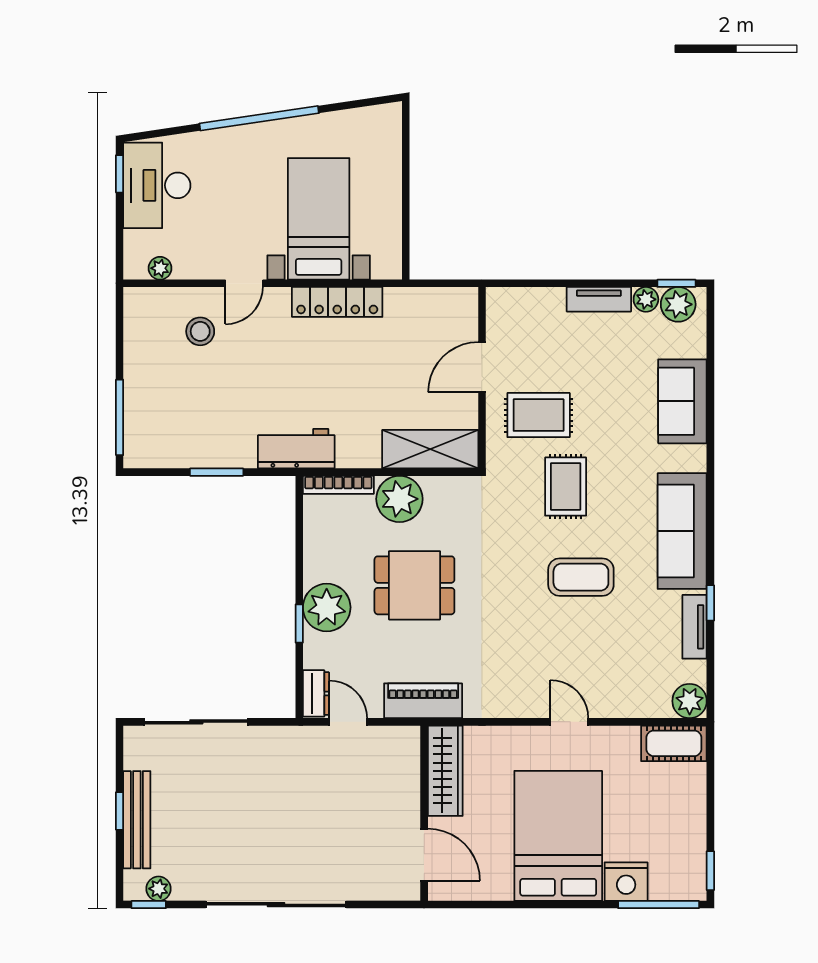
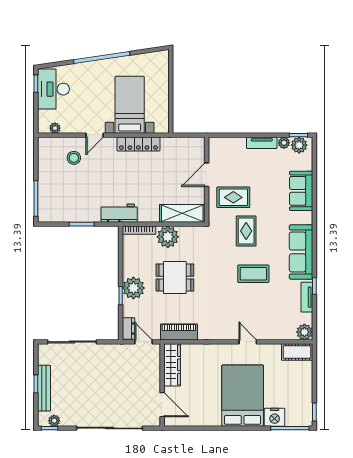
wardrobe: (445, 771) -> (172, 365), moved
wall: (424, 813) -> (162, 385), moved
door: (424, 855) -> (162, 405), moved

